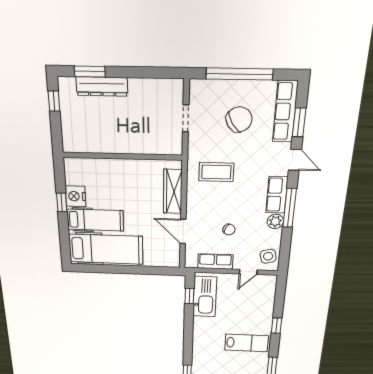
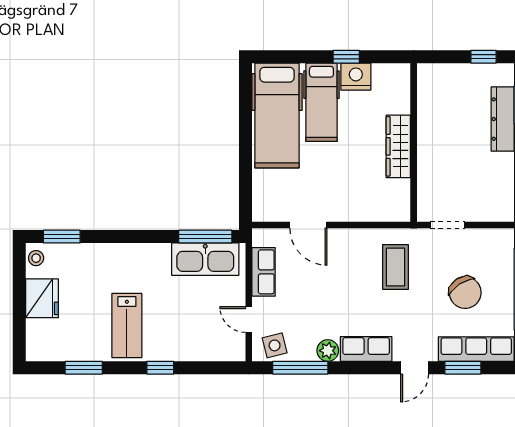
doorway: (186, 118) -> (447, 225), moved
wardrobe: (173, 192) -> (398, 146), moved, turned -90
window: (290, 208) -> (300, 368), moved
chair: (229, 230) -> (313, 288), removed
door: (183, 231) -> (308, 225), swing flipped
window: (189, 296) -> (205, 237), width x2.17

